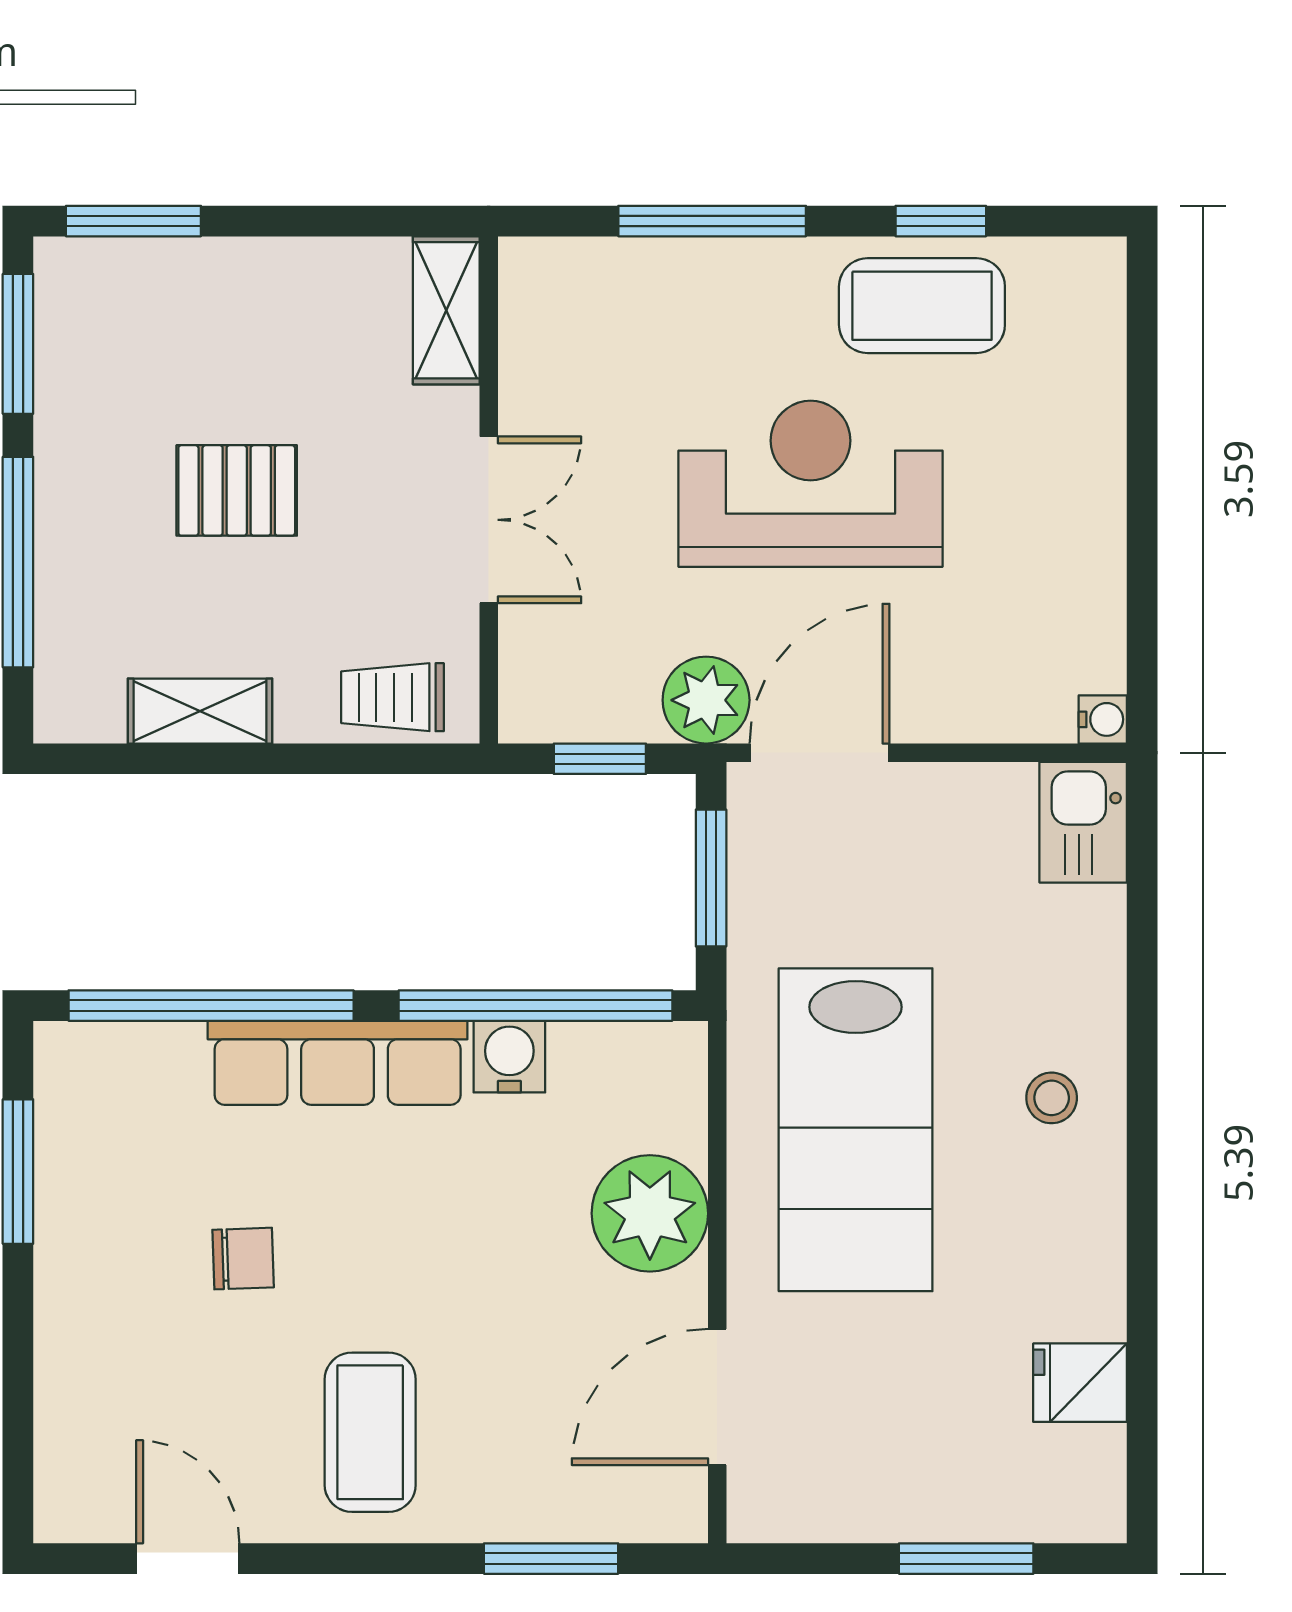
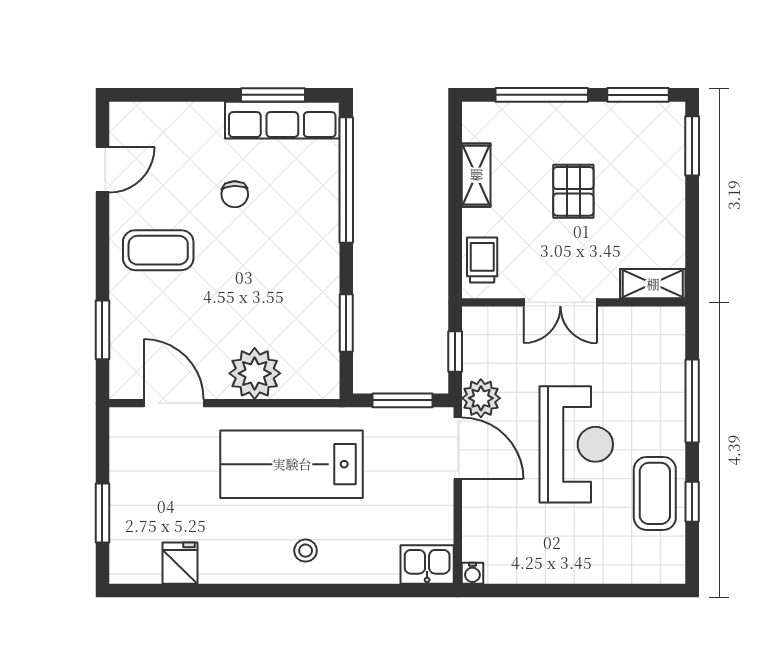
window: (535, 1006) -> (346, 323), width x0.47
water cooler: (509, 1057) -> (324, 312), removed
row of seats: (338, 1063) -> (282, 120), moved, turned -90

